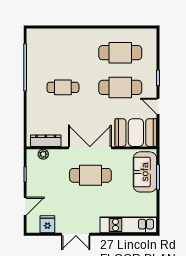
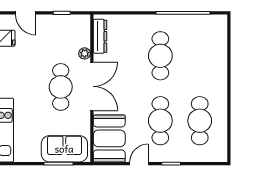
cafe table: (63, 87) -> (160, 56), width x1.37, depth x1.35
plant: (43, 154) -> (85, 53), moved

